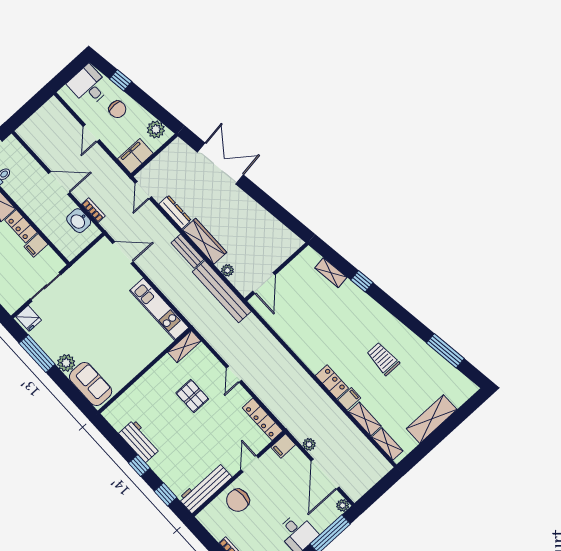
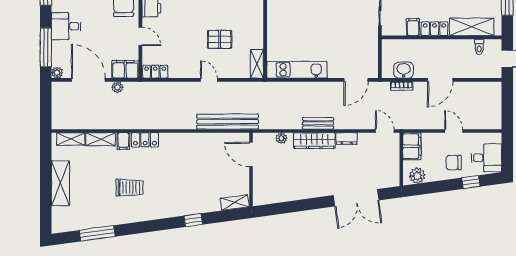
dresser: (175, 212) -> (347, 139), width x0.70
shelving: (331, 273) -> (235, 203), moved
bench: (222, 292) -> (228, 122), moved
locker: (263, 419) -> (155, 72), width x0.66
filing cabinet: (283, 446) -> (125, 69), width x2.00

